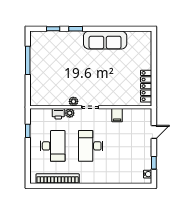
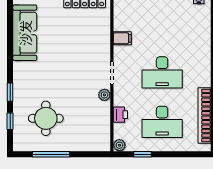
sofa: (105, 40) -> (25, 33), moved
round table: (55, 56) -> (46, 118), added
plant: (70, 113) -> (119, 145), moved
desk: (53, 146) -> (162, 122), turned 180

